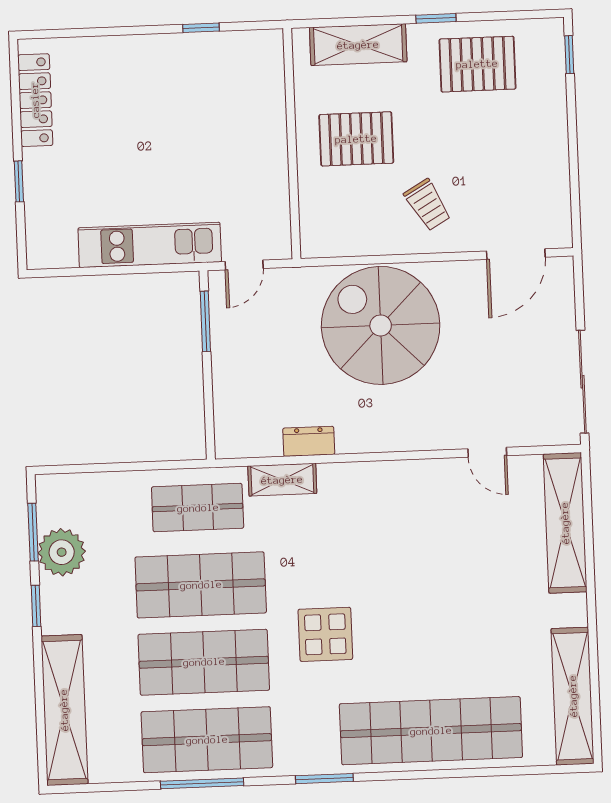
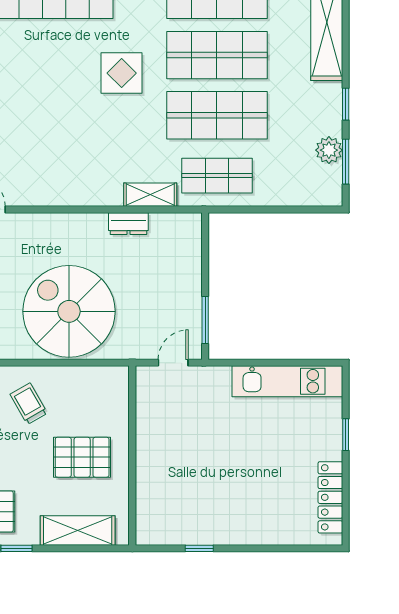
kitchen unit: (150, 245) -> (287, 381), moved
spiral stairs: (381, 325) -> (69, 311), turned 180
plant: (62, 552) -> (329, 150), width x0.73, depth x0.73

